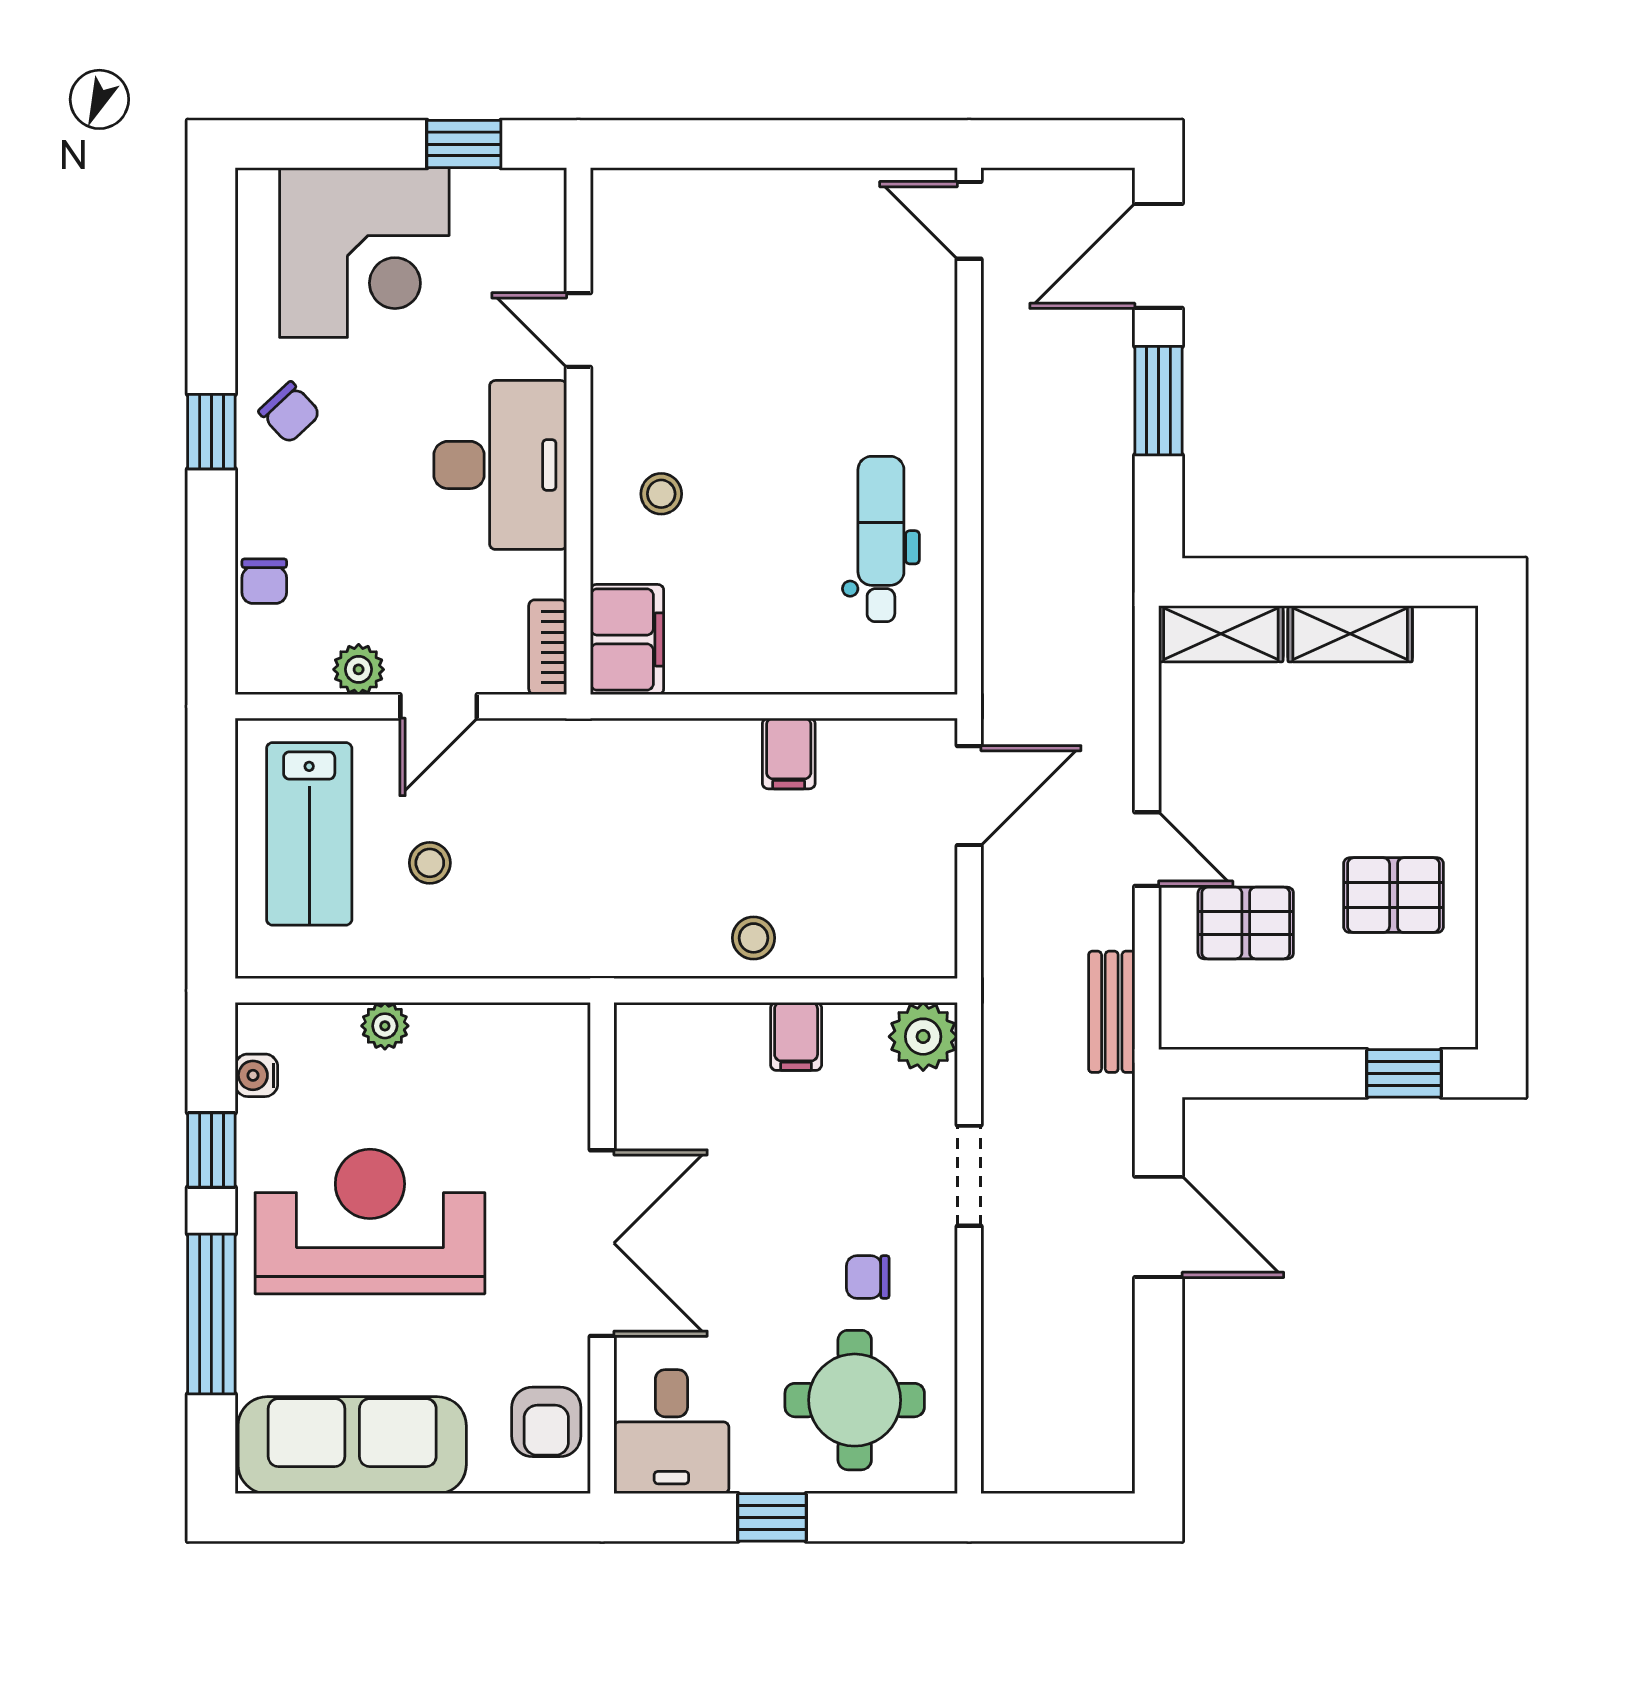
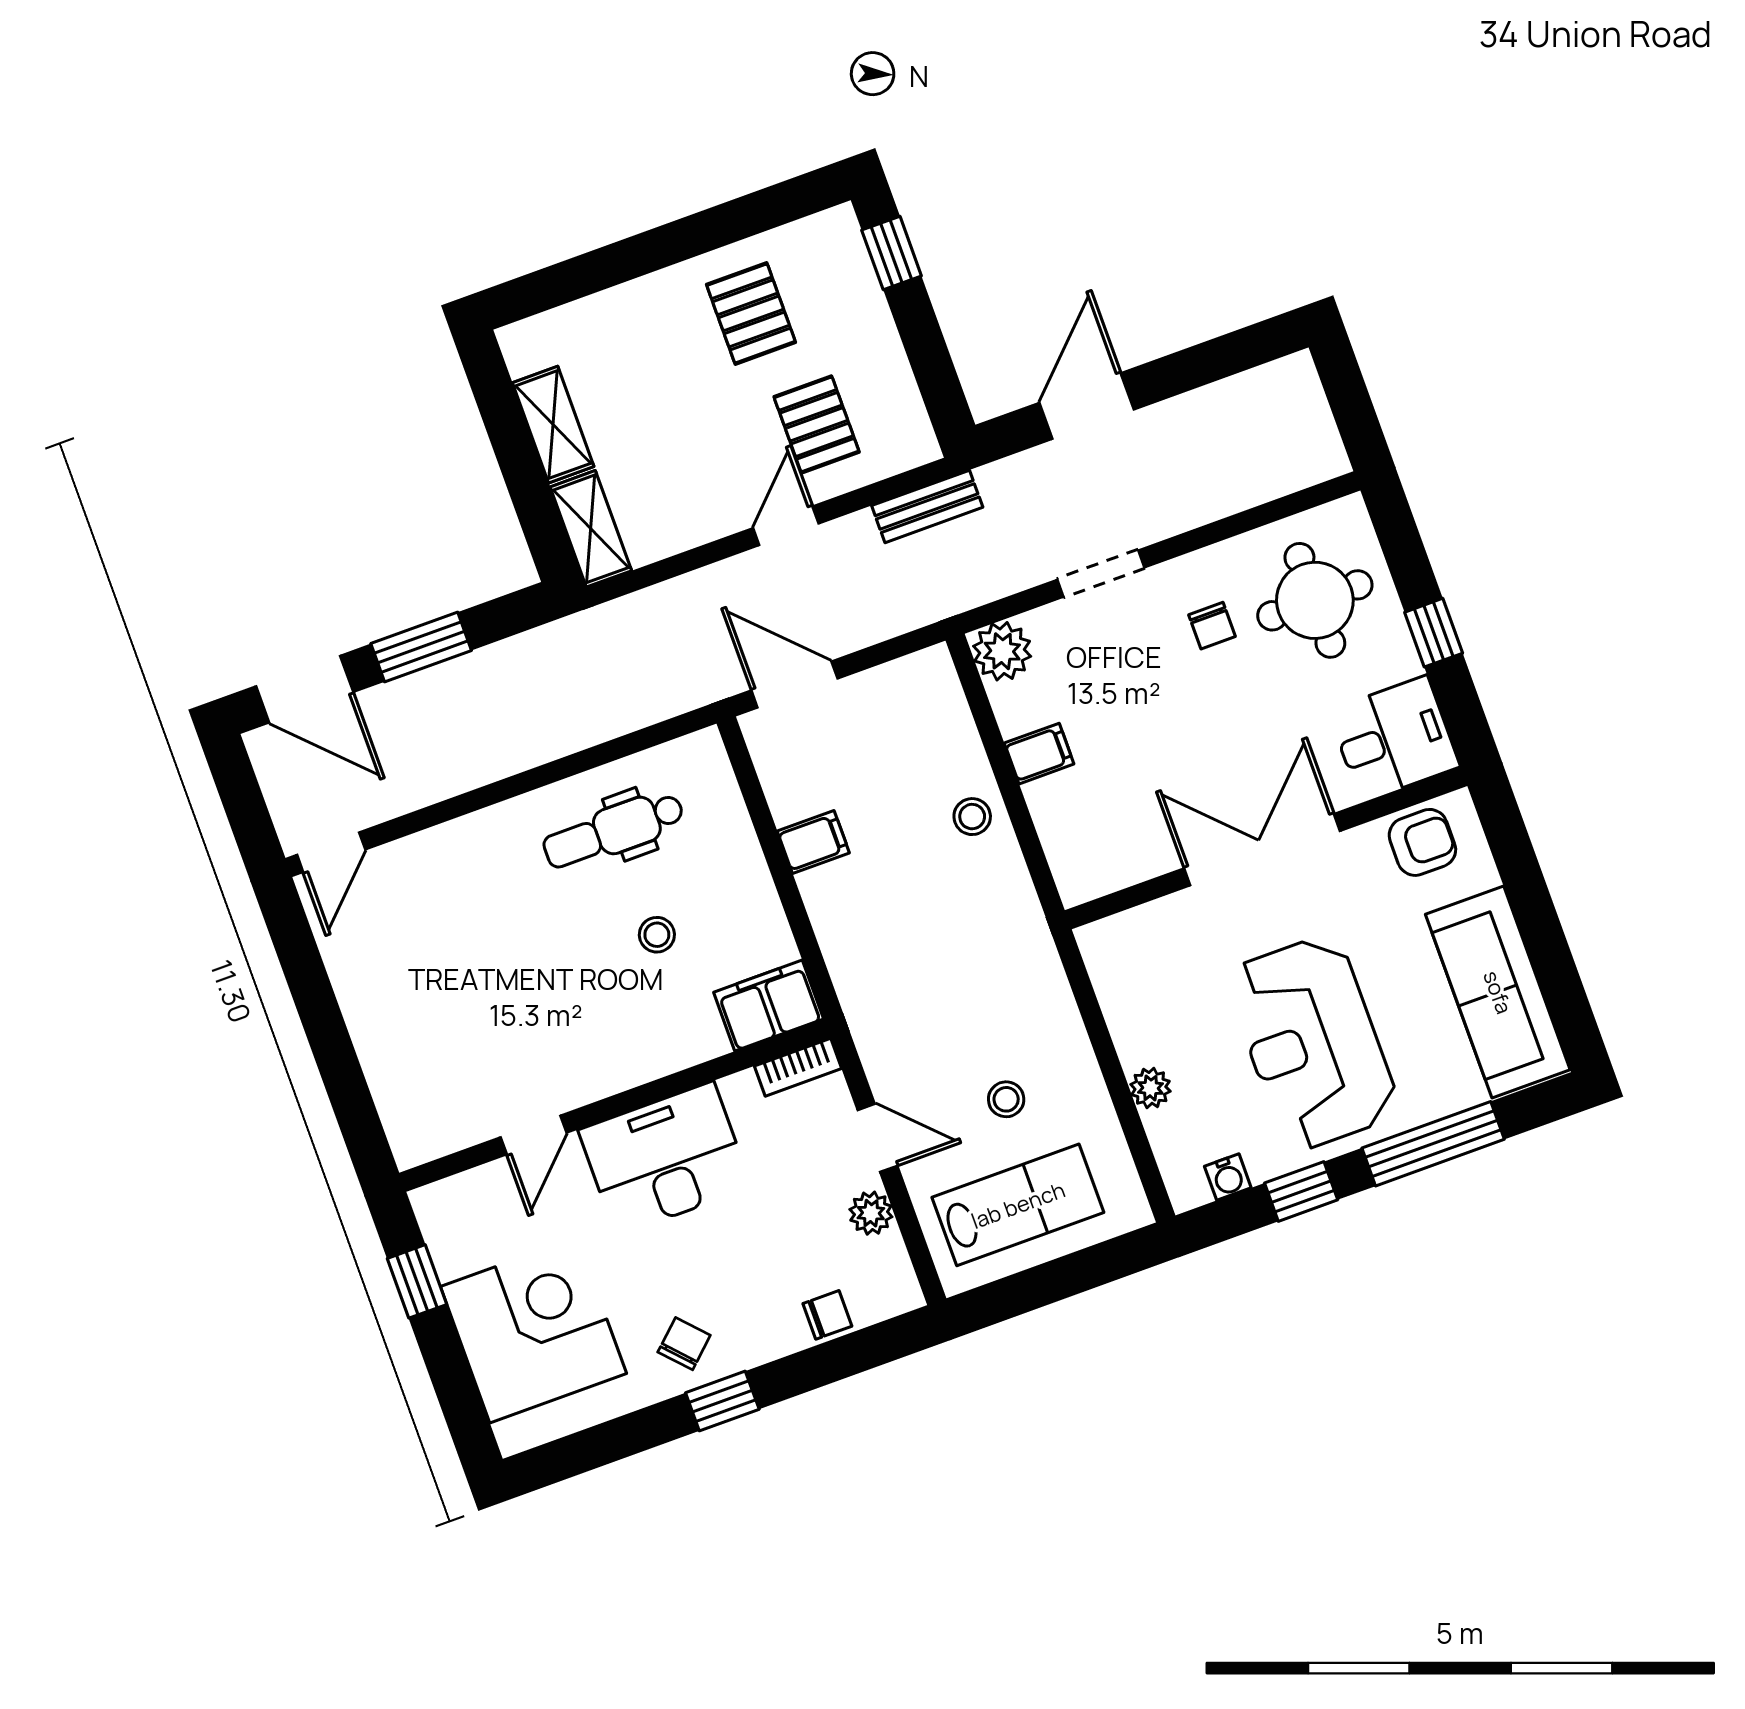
stool: (661, 494) -> (657, 935), moved

